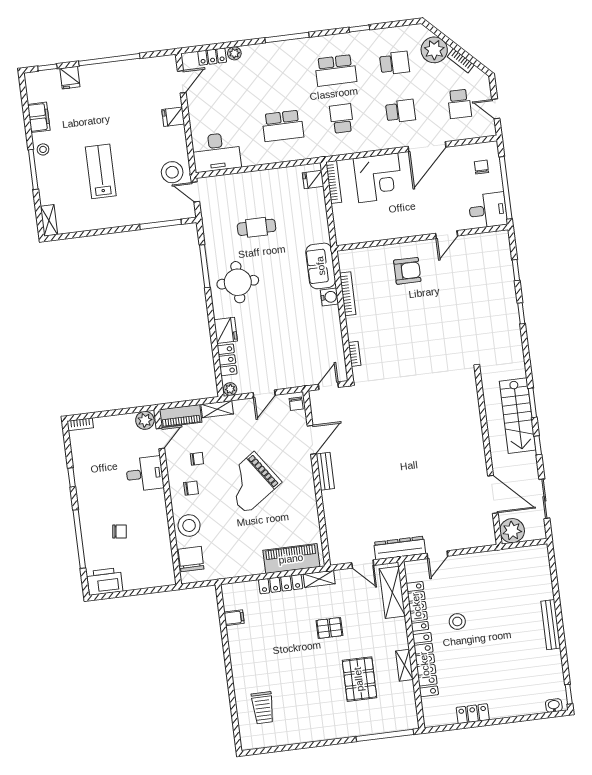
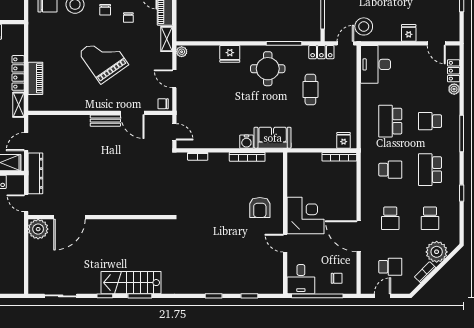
school desk: (277, 78) -> (430, 121), added
school desk: (459, 104) -> (390, 267), turned 180
corner desk: (378, 178) -> (306, 216), moved, turned 180
locker: (227, 360) -> (321, 52), moved
wall: (488, 457) -> (100, 217), moved
door: (493, 494) -> (70, 217), moved
plant: (512, 531) -> (38, 229), moved
piano: (291, 559) -> (35, 78), width x0.73, depth x0.75

